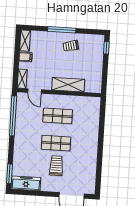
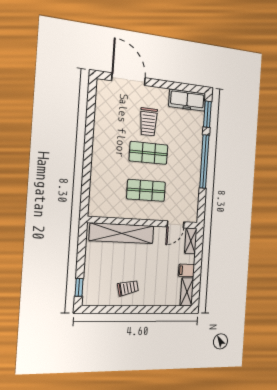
window: (62, 30) -> (140, 309), removed
shelving: (68, 85) -> (122, 233), width x1.47
door: (34, 91) -> (176, 224), swing flipped
window: (13, 116) -> (204, 161), moved

